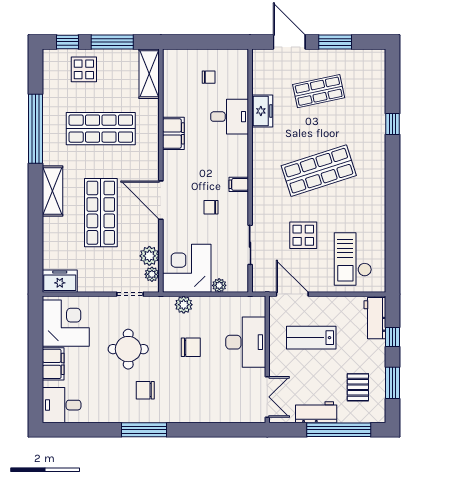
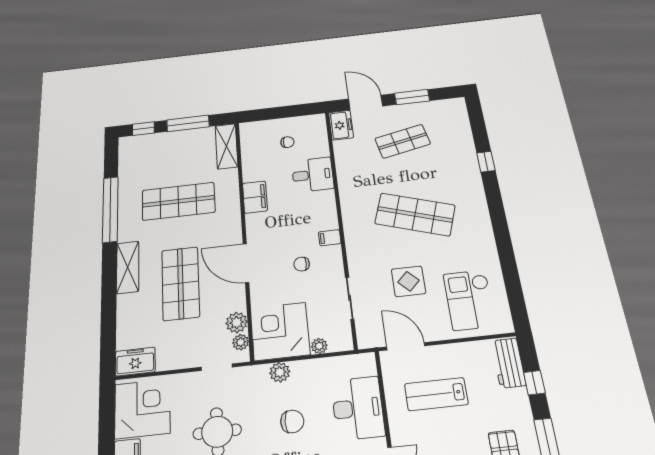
display table: (84, 69) -> (160, 150), removed
freezer: (262, 111) -> (341, 125), moved
shop shelf: (319, 171) -> (415, 214), turned 36

